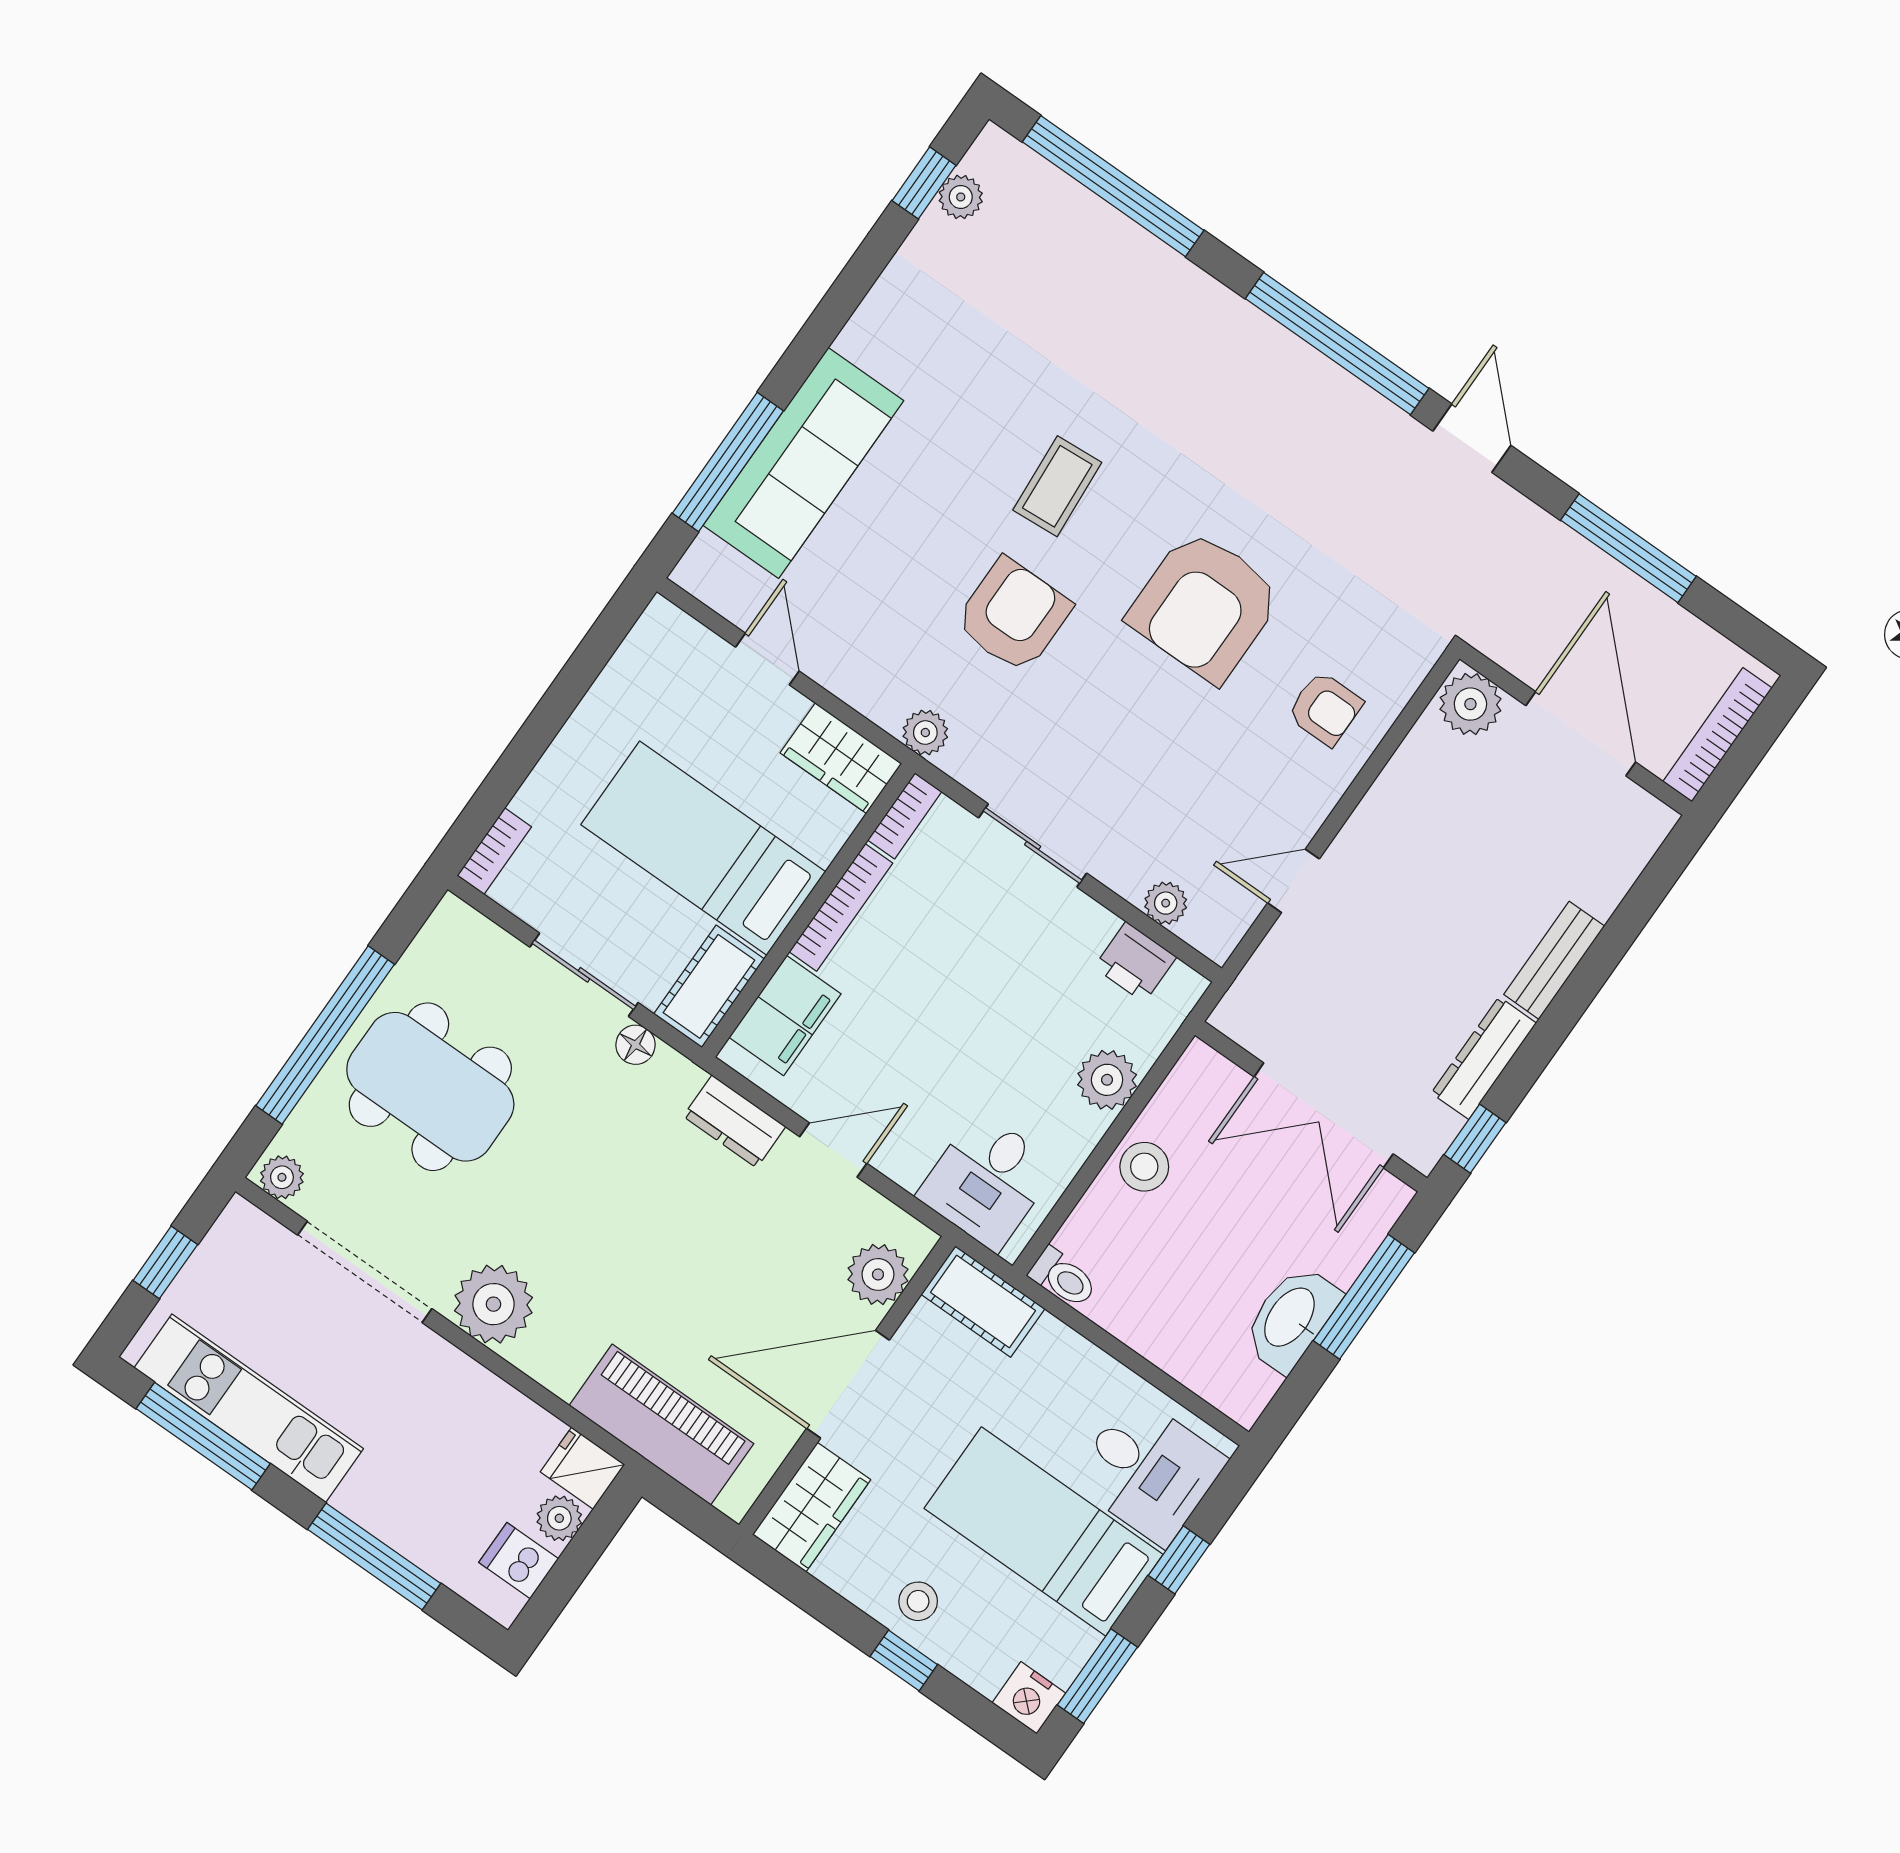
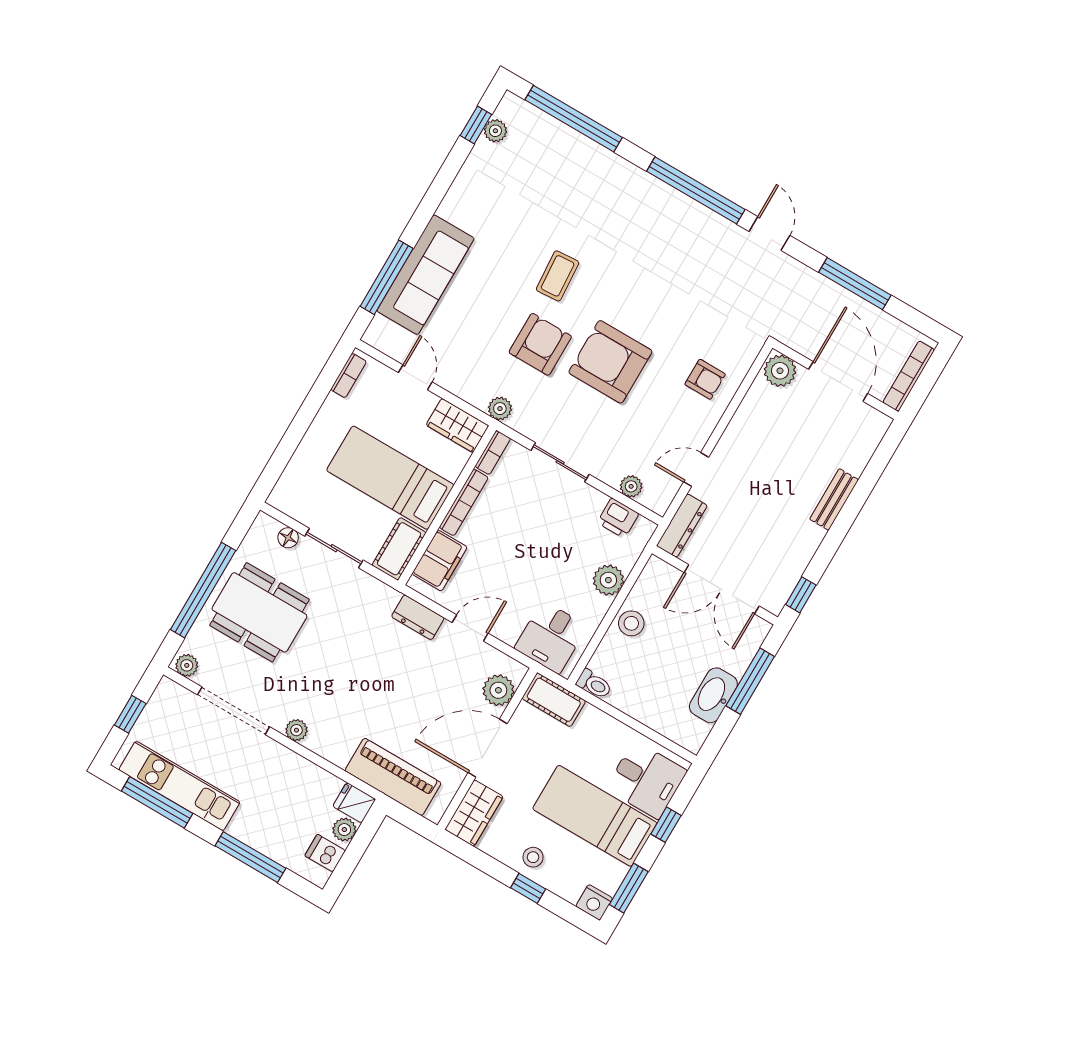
armchair: (1205, 606) -> (610, 362), moved, turned 90
bookcase: (494, 851) -> (349, 376), moved
floor lamp: (636, 1045) -> (288, 538), moved
dresser: (1484, 1058) -> (682, 526), moved, turned 180
plant: (493, 1304) -> (296, 730), width x0.53, depth x0.53

